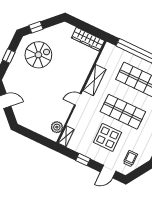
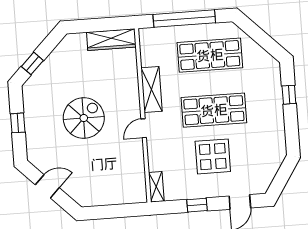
spiral stairs: (38, 55) -> (84, 118), moved
plant: (57, 127) -> (137, 182), removed
trolley: (130, 158) -> (260, 167), removed

